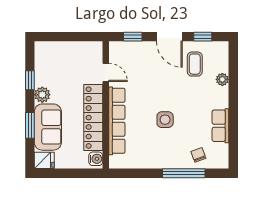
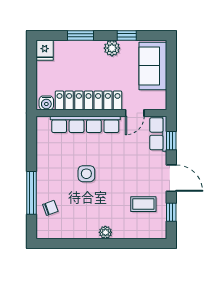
door: (169, 37) -> (171, 178), swing flipped
plant: (222, 79) -> (105, 232), moved
row of seats: (220, 126) -> (158, 134), moved, turned -90
sofa: (48, 127) -> (153, 66), moved, turned 90

